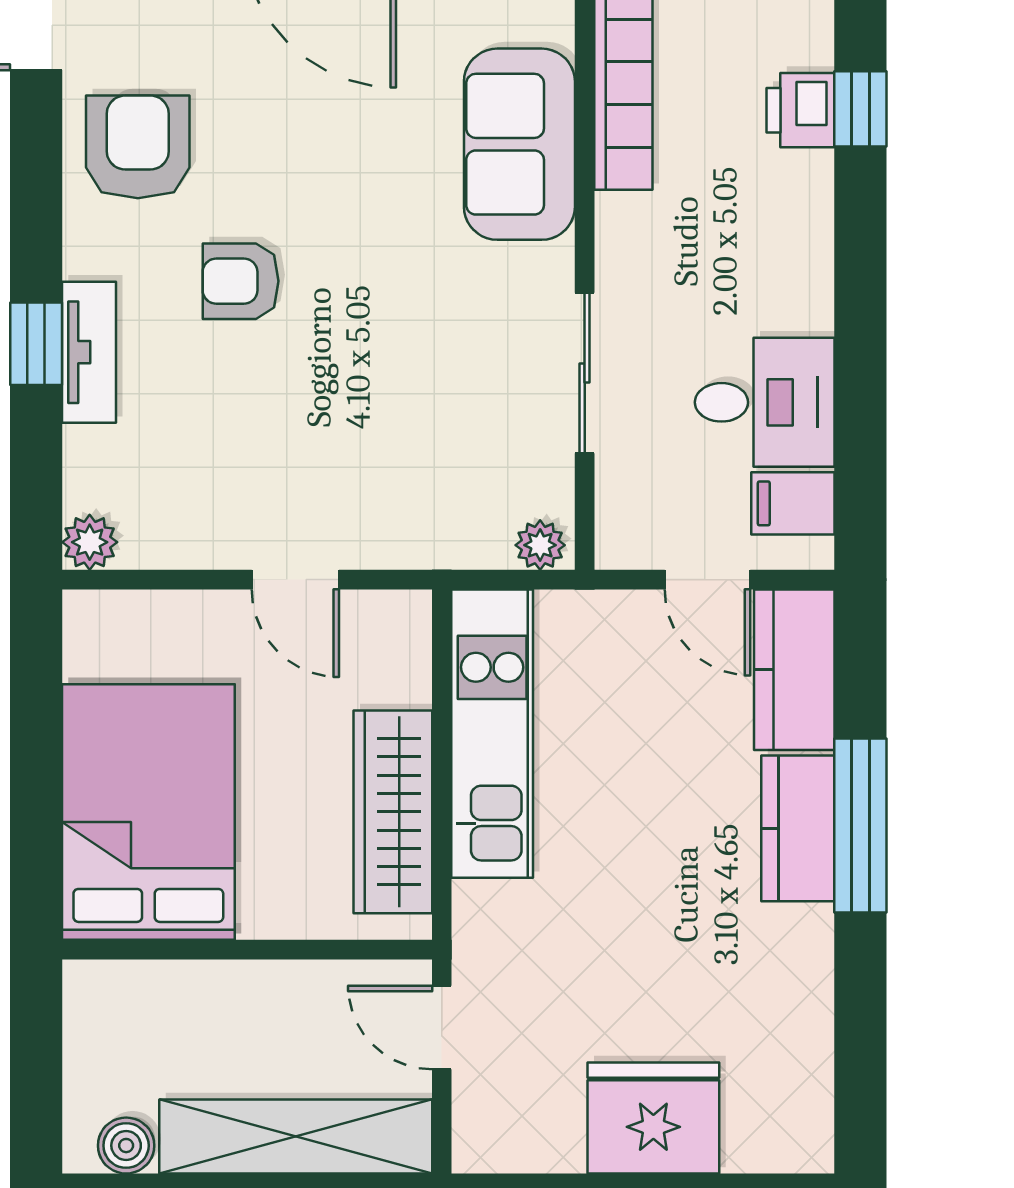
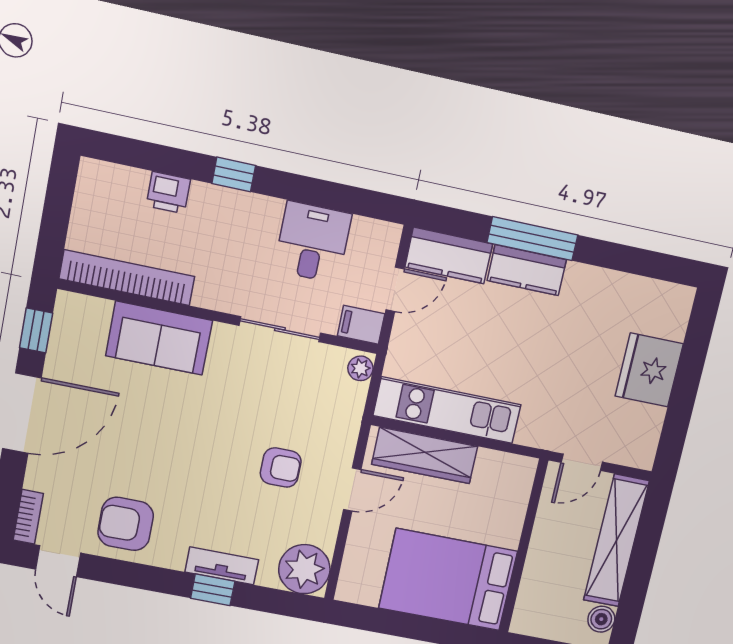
window: (860, 109) -> (234, 175), moved
armchair: (241, 281) -> (281, 467), moved, turned -90
filing cabinet: (793, 503) -> (361, 325), moved, turned 90
plant: (90, 542) -> (304, 569), width x1.88, depth x1.88
wardrobe: (393, 812) -> (425, 455), moved

